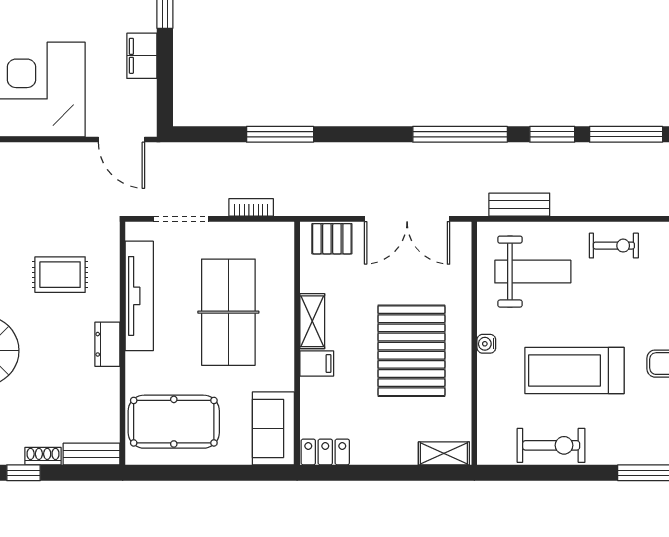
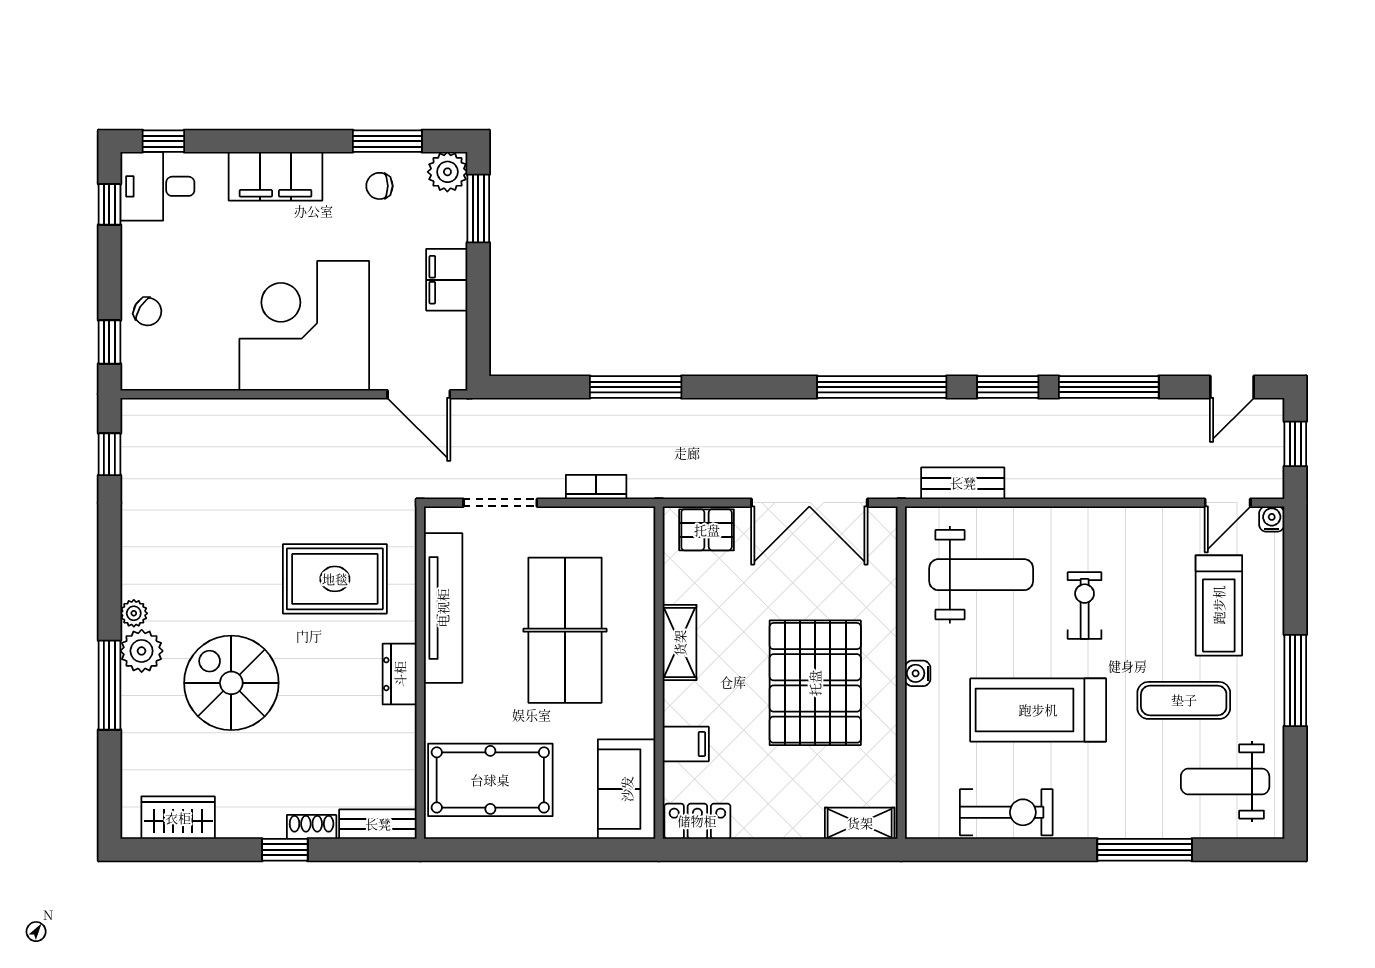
exercise bike: (614, 246) -> (1085, 606), moved, turned -90
rug: (60, 275) -> (335, 579), width x1.36, depth x1.43
filing cabinet: (317, 364) -> (686, 744), moved

